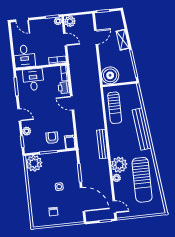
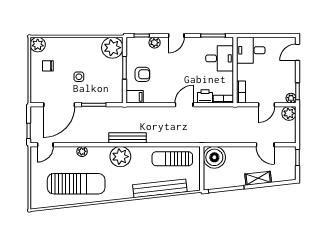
bench: (142, 129) -> (160, 188), moved
plant: (119, 165) -> (120, 157), moved
sun lounger: (142, 180) -> (76, 184), turned 180
plant: (38, 221) -> (38, 45), added

